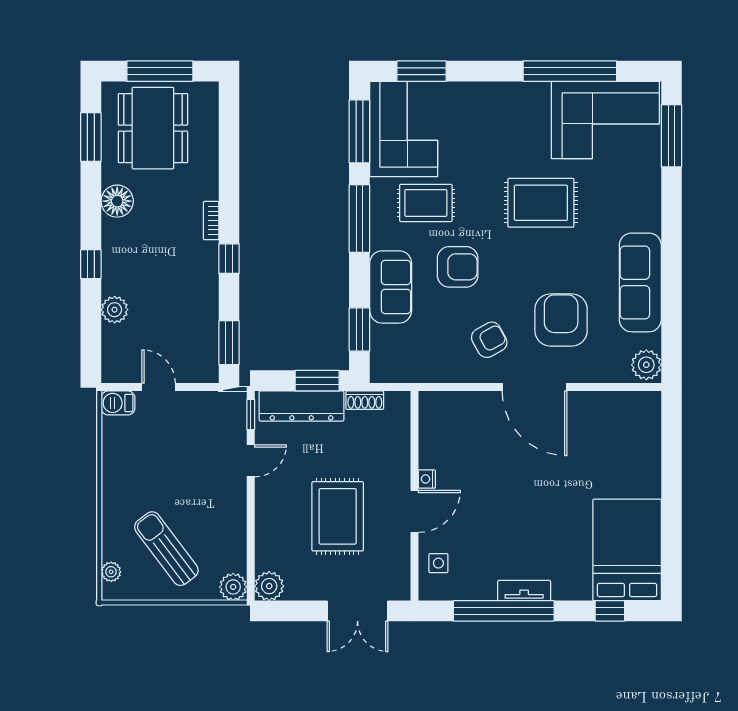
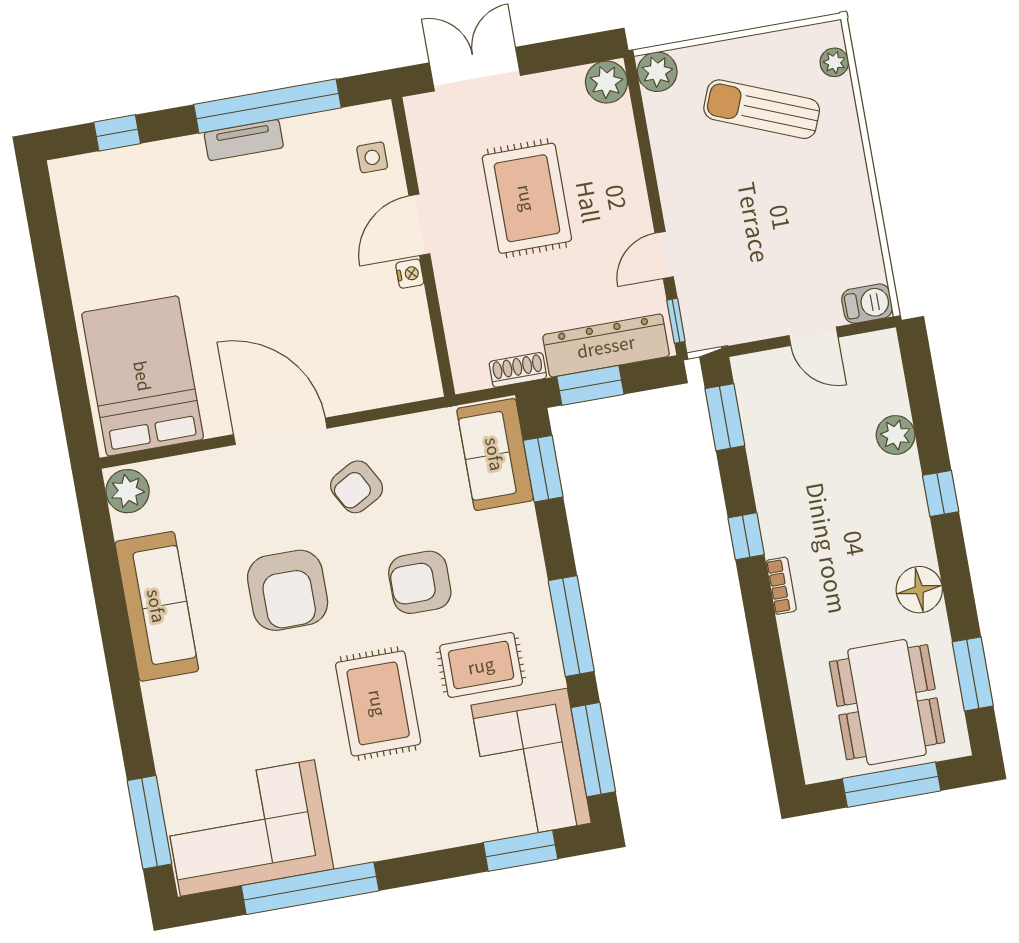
rug: (541, 203) -> (378, 703), moved, turned 90
sofa: (391, 287) -> (495, 454), moved
armchair: (561, 320) -> (288, 590), moved
sun lounger: (166, 549) -> (762, 109), turned 149
bed: (627, 550) -> (143, 376), moved, turned 180

